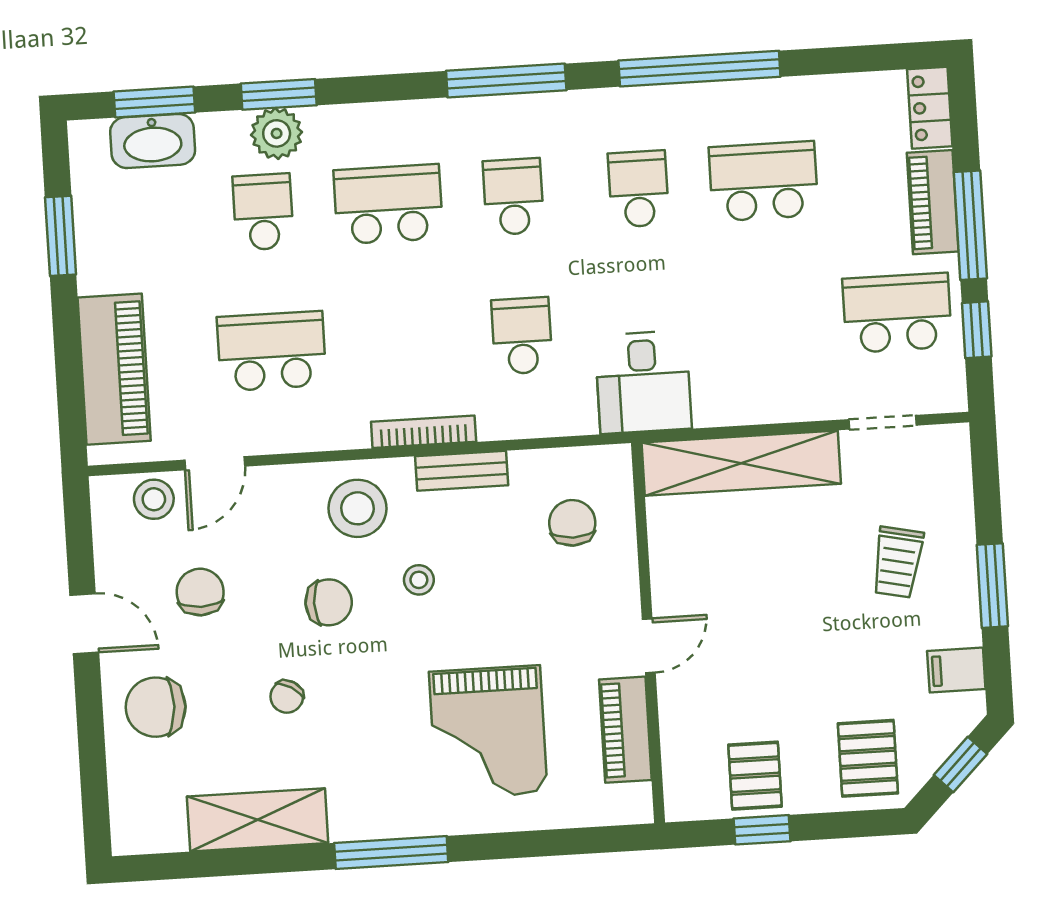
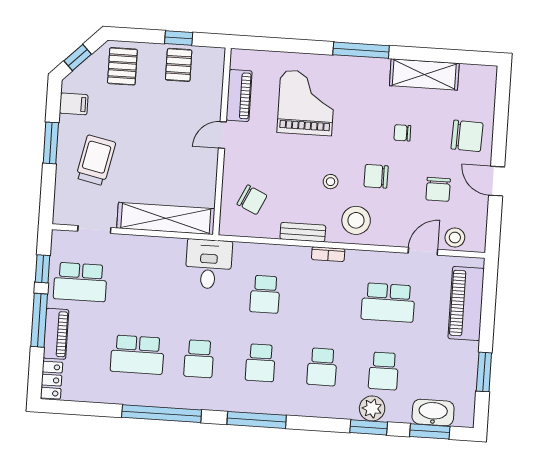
school desk: (388, 204) -> (322, 367), width x0.54
bookcase: (424, 432) -> (328, 254), width x0.64
chair: (572, 523) -> (252, 200), turned -65
trolley: (898, 562) -> (96, 160), width x1.36, depth x1.39
chair: (287, 697) -> (402, 133), turned -121

